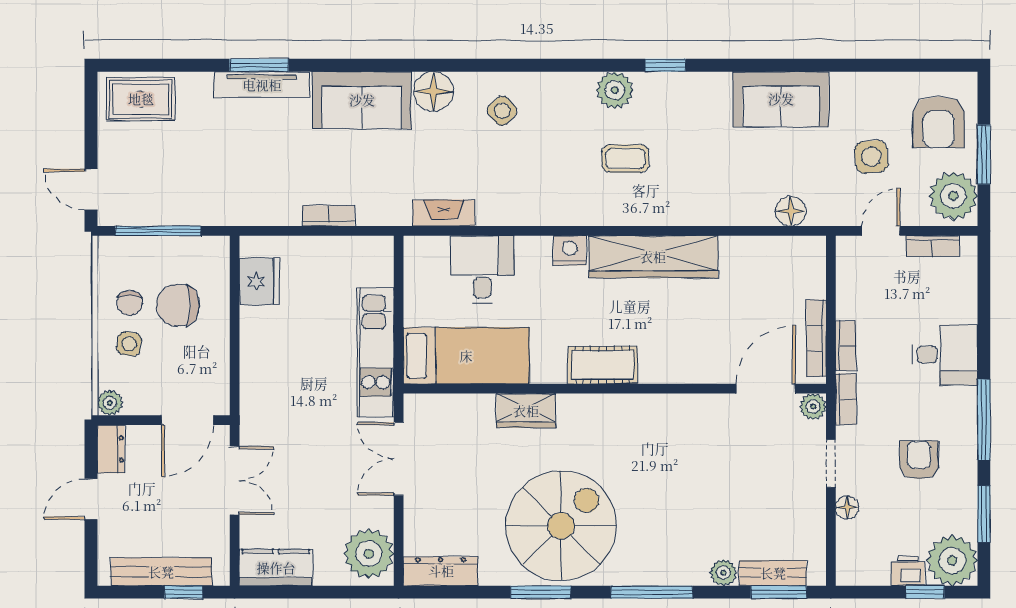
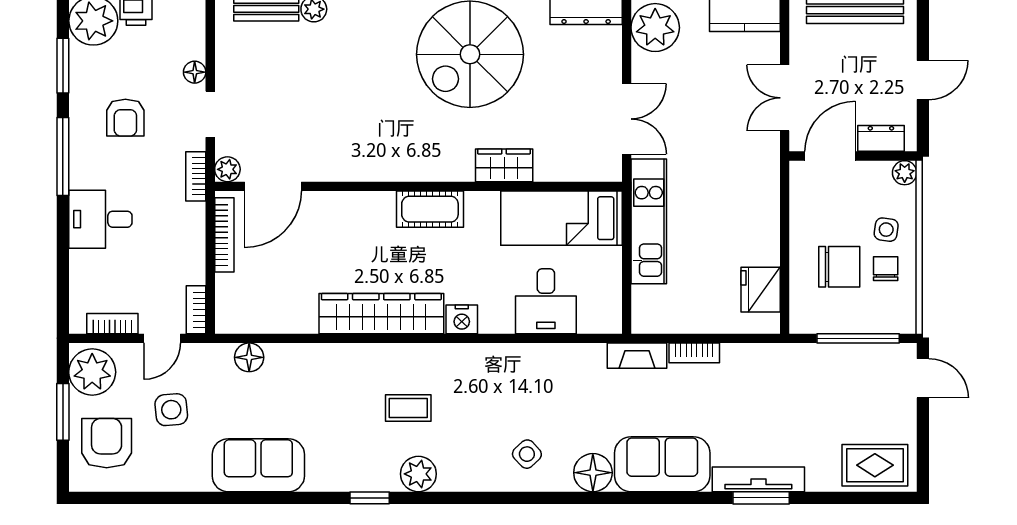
fireplace: (444, 213) -> (637, 356), moved
bookcase: (846, 346) -> (196, 310), moved
dresser: (111, 449) -> (881, 138), moved, turned 90

